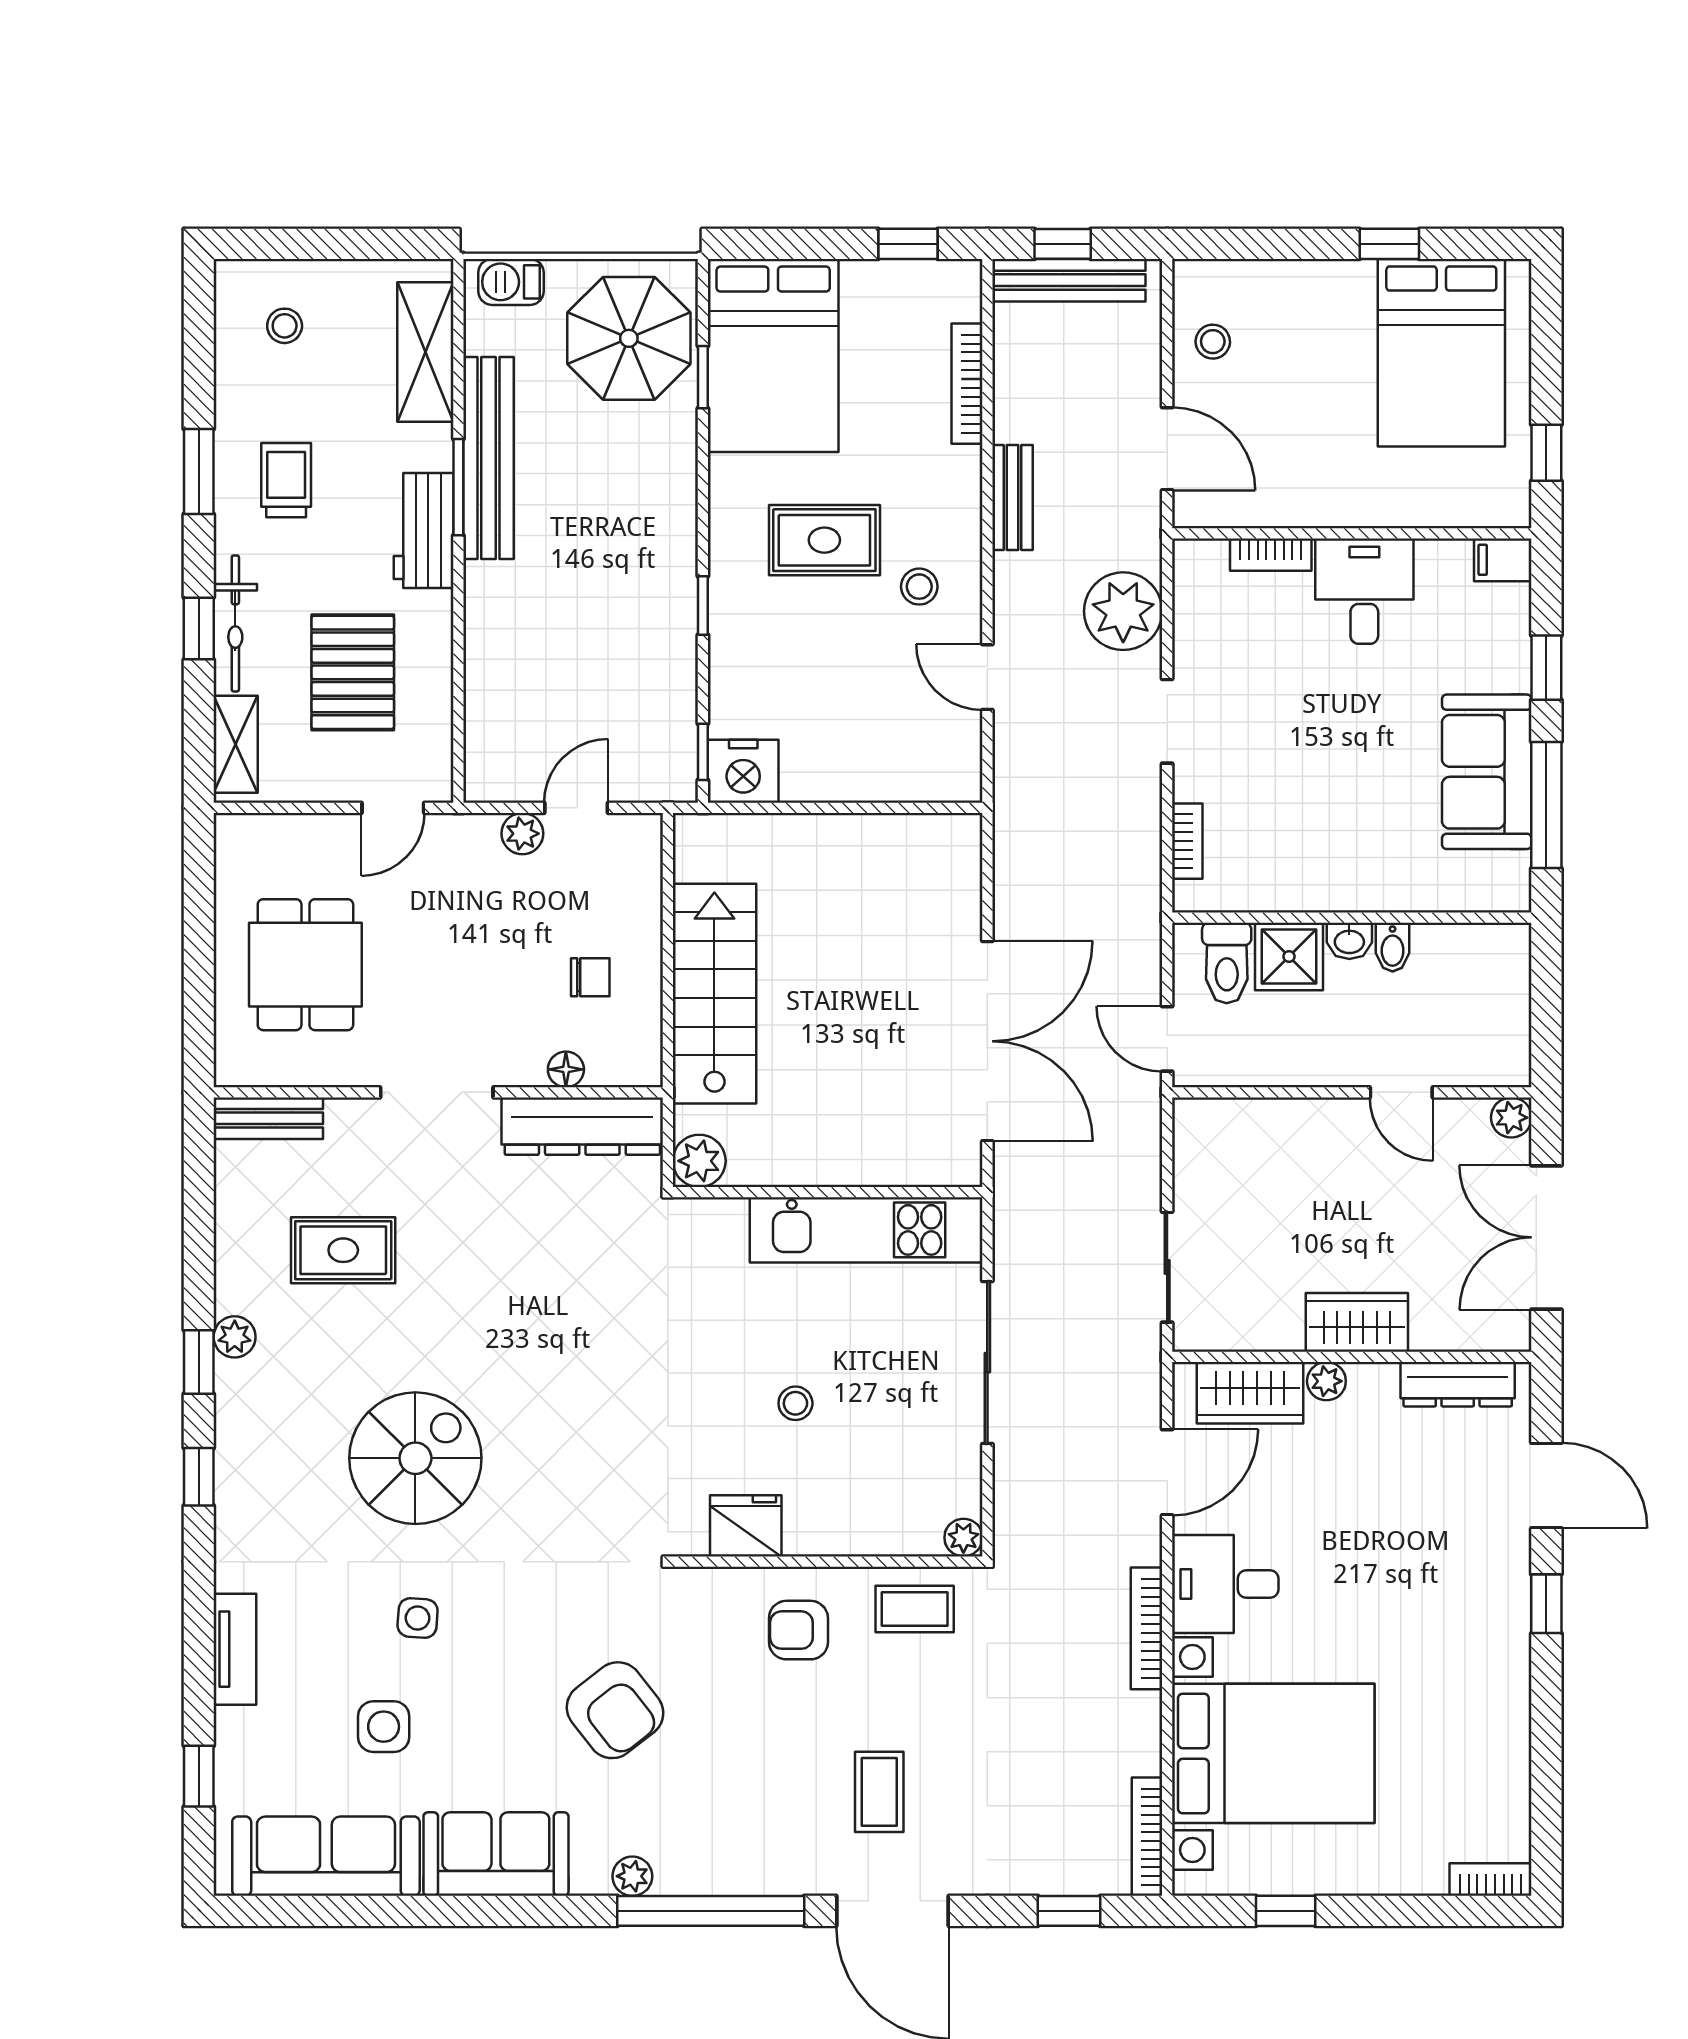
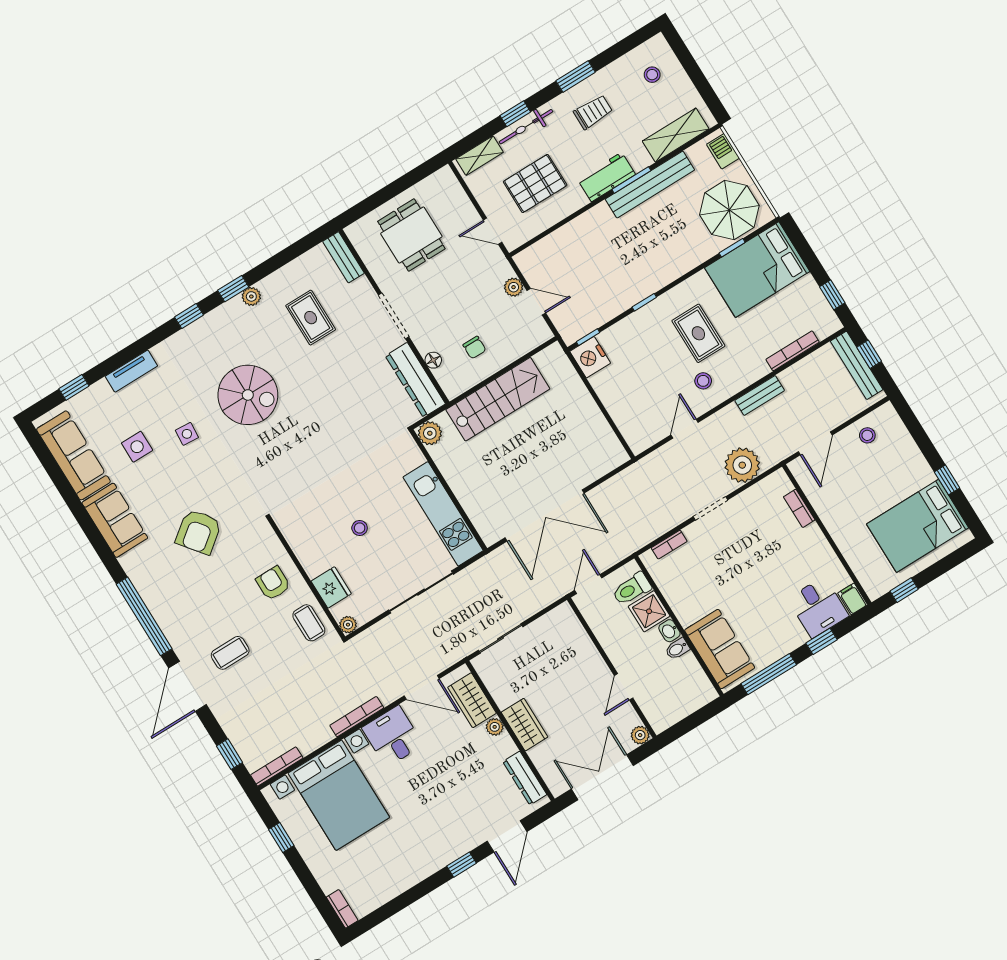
desk: (1364, 591) -> (818, 607), moved, turned 90
sofa: (1487, 772) -> (720, 649), moved, turned 90
dining table: (305, 965) -> (411, 235), turned 90
fridge: (746, 1526) -> (331, 587), moved
plant: (632, 1876) -> (139, 578), removed

